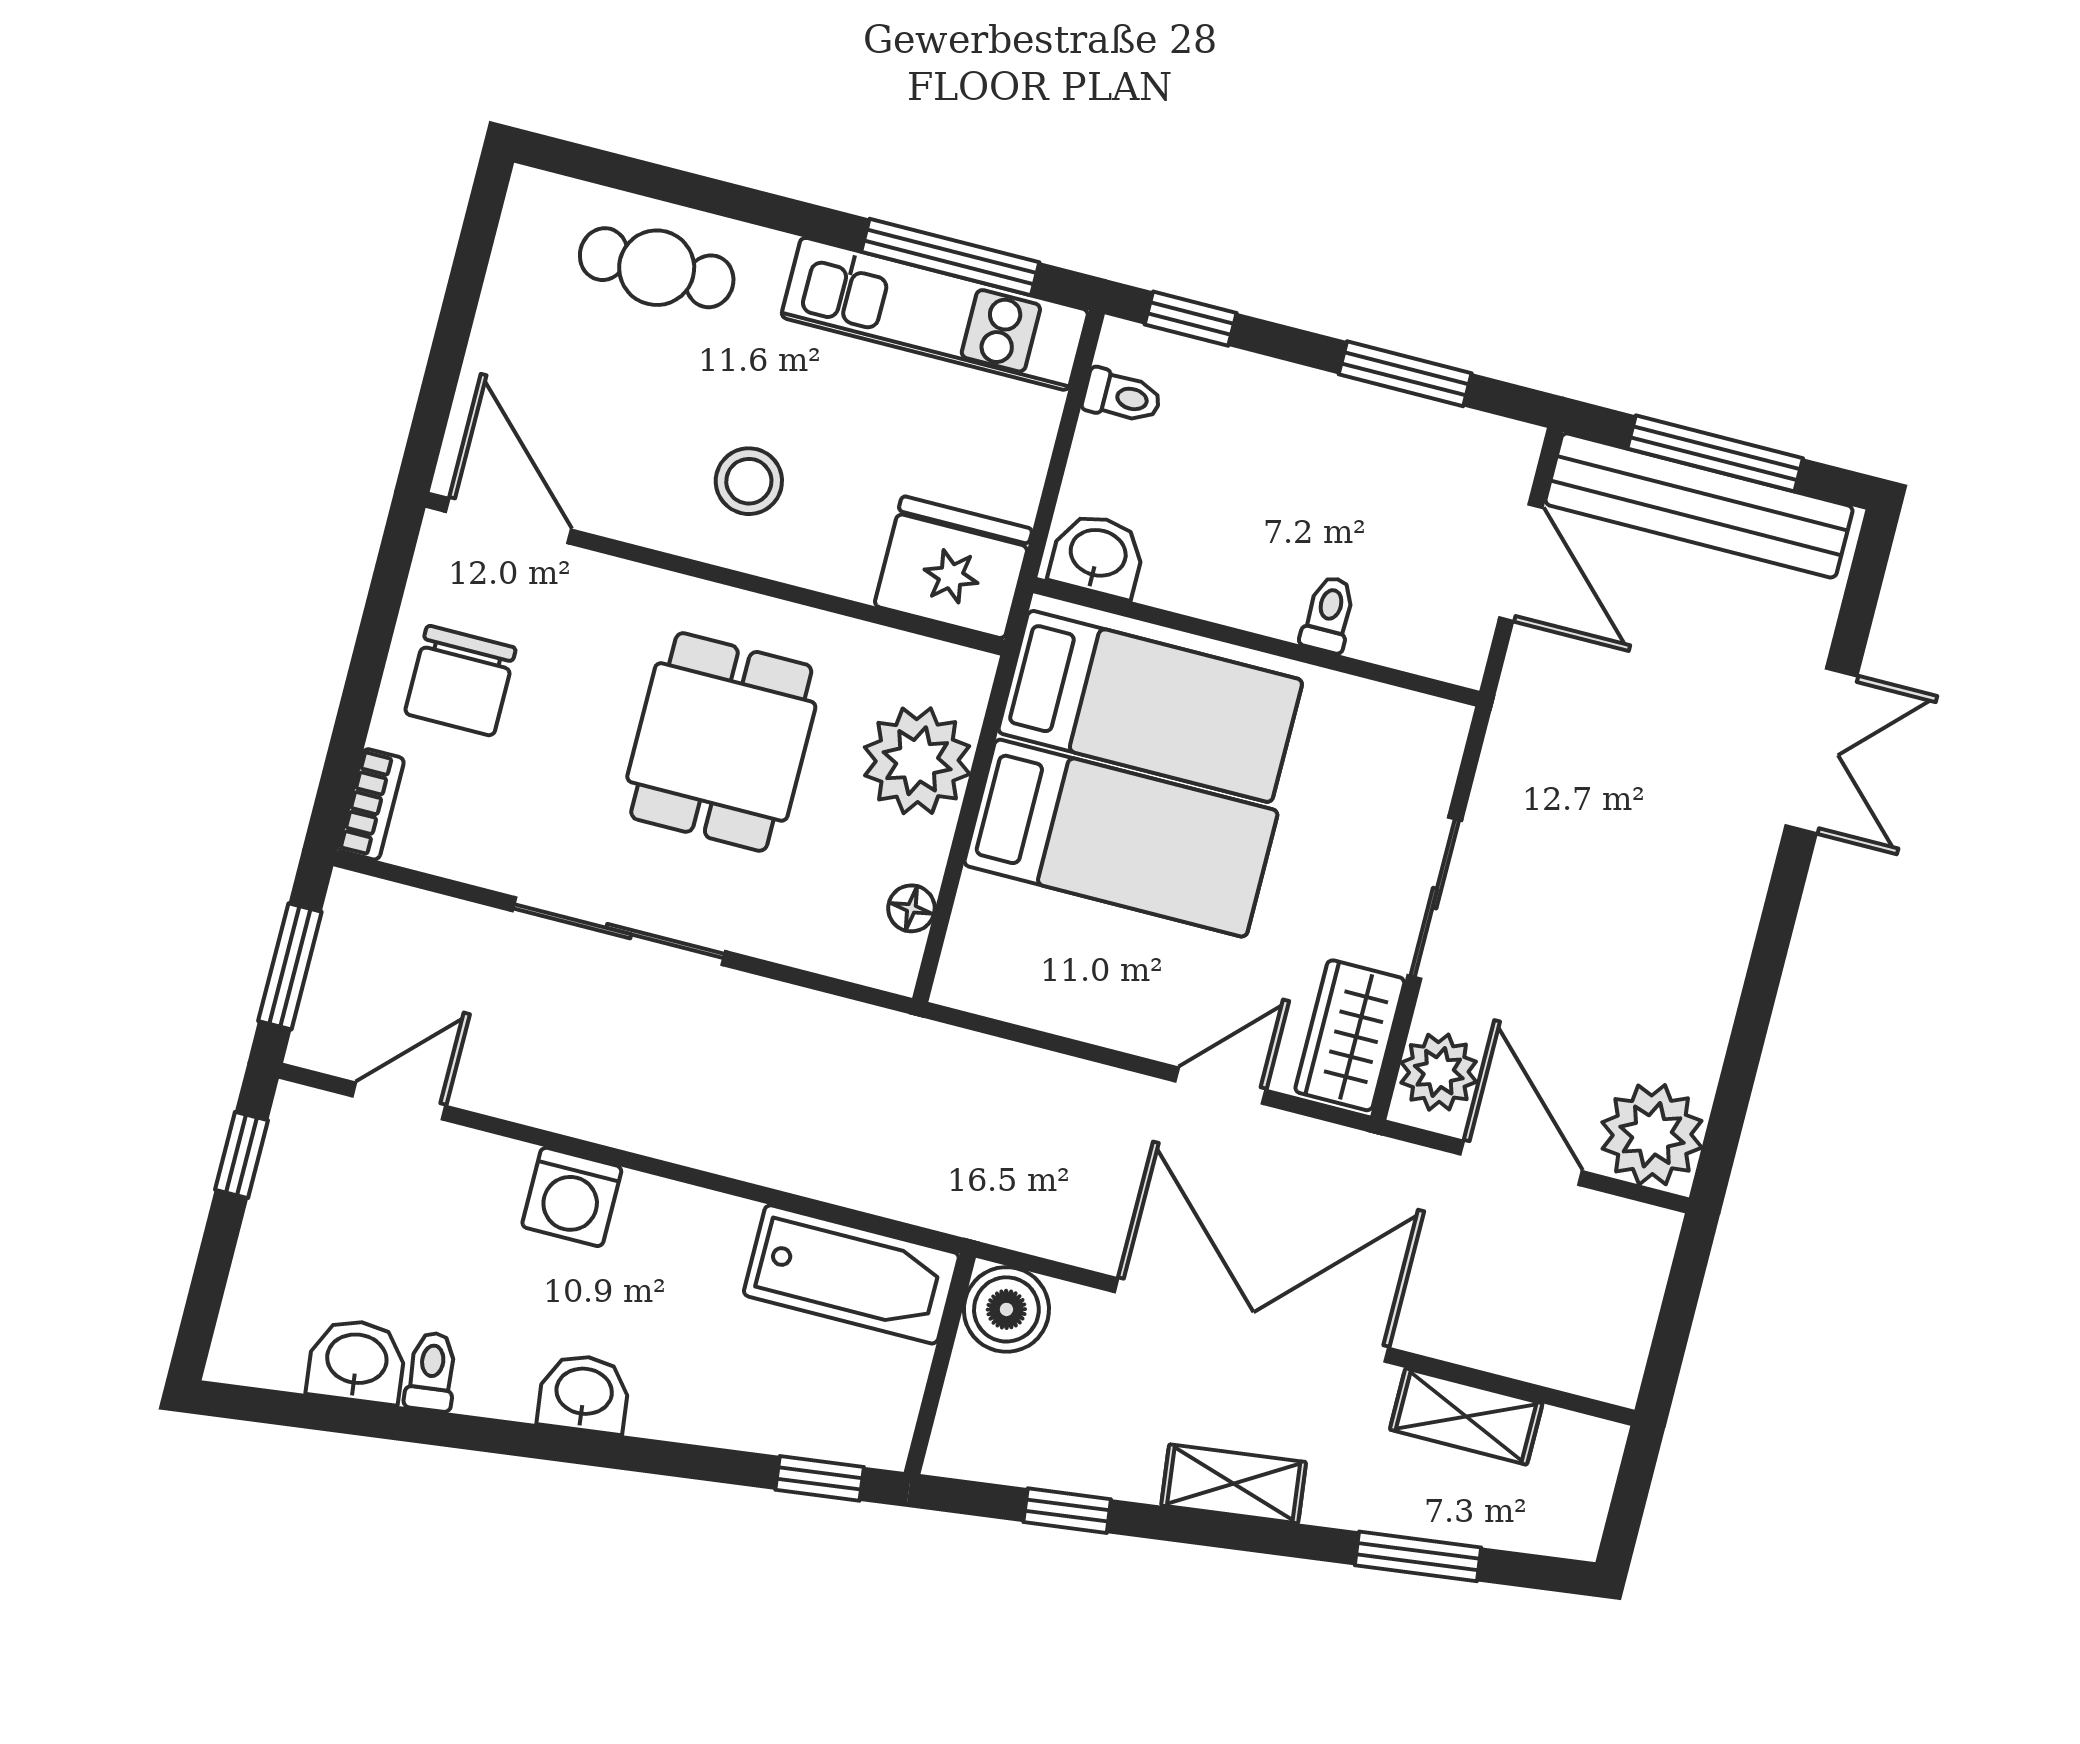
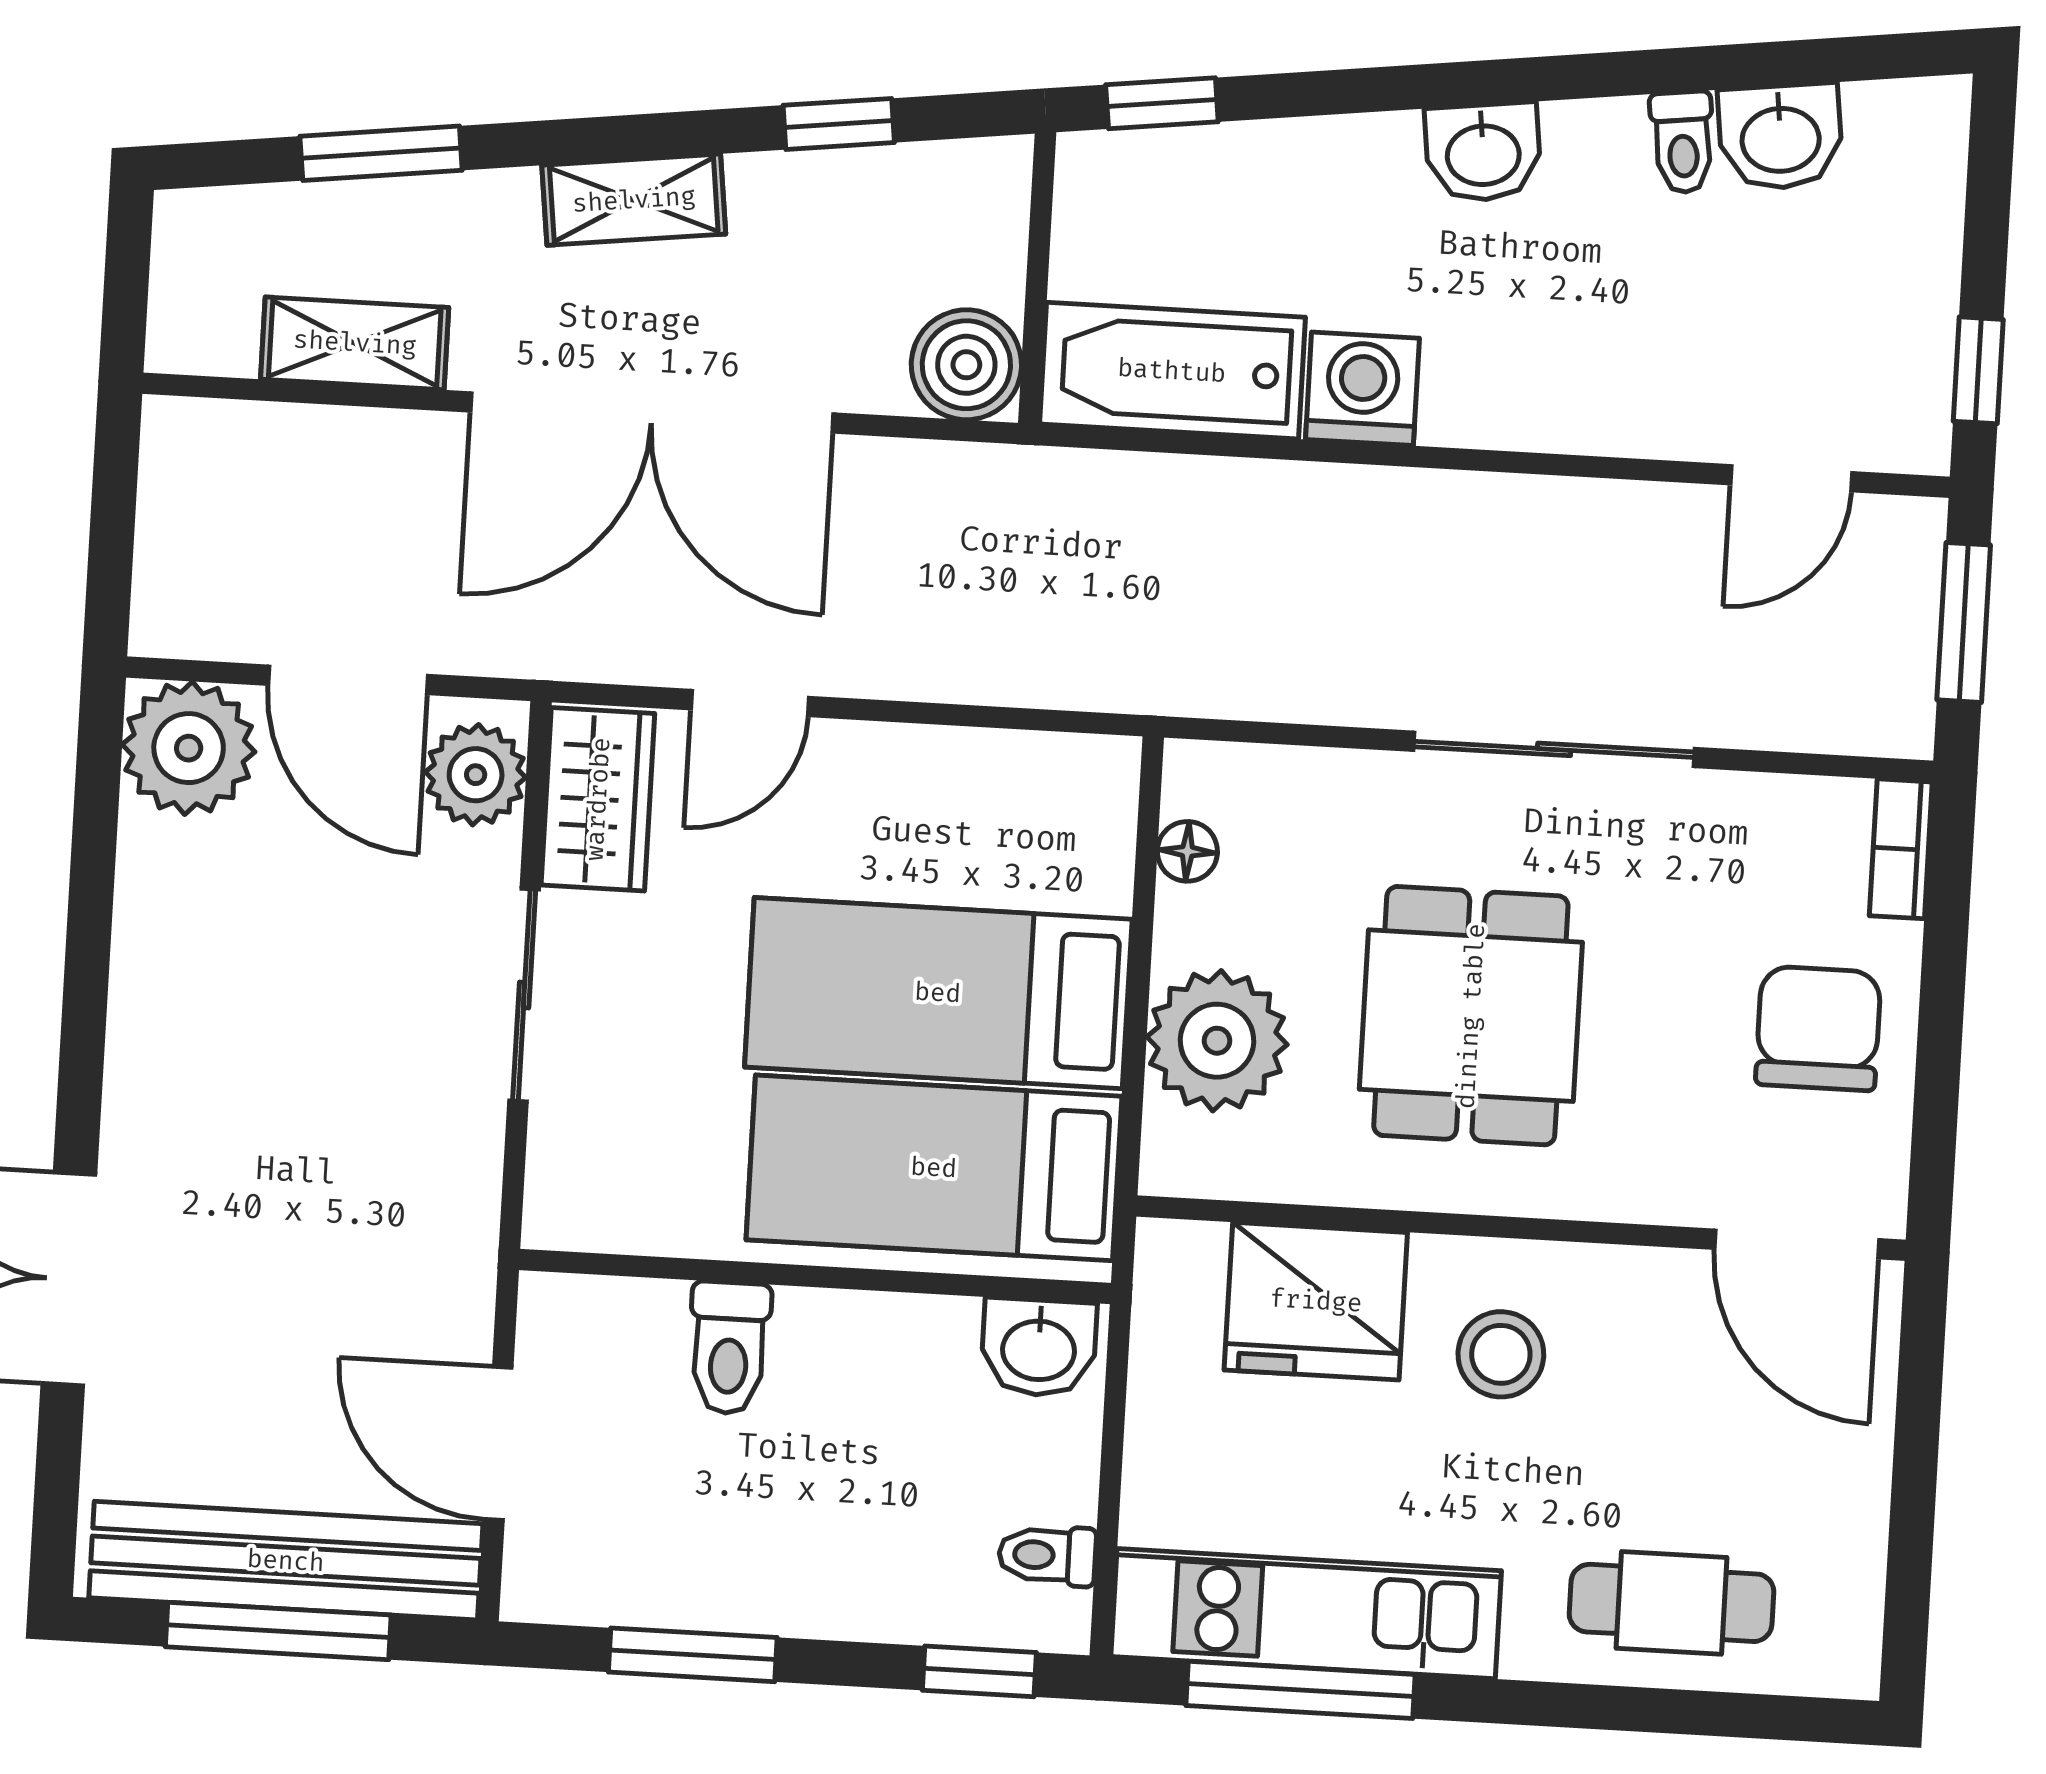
fridge: (953, 567) -> (1316, 1301), moved
toilet: (1328, 614) -> (729, 1348), width x1.37, depth x1.39
washing machine: (572, 1197) -> (1362, 389), moved

